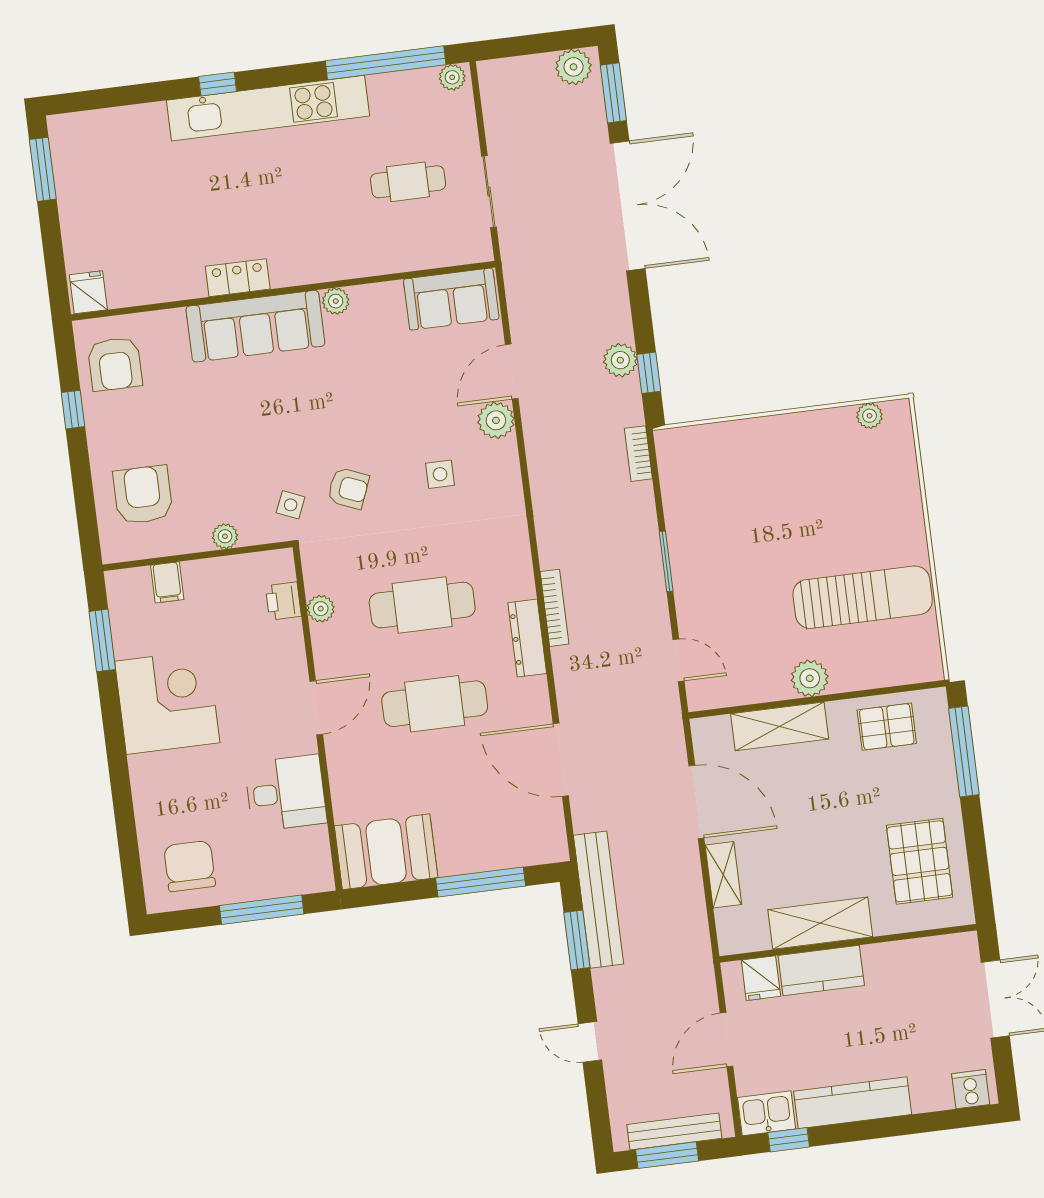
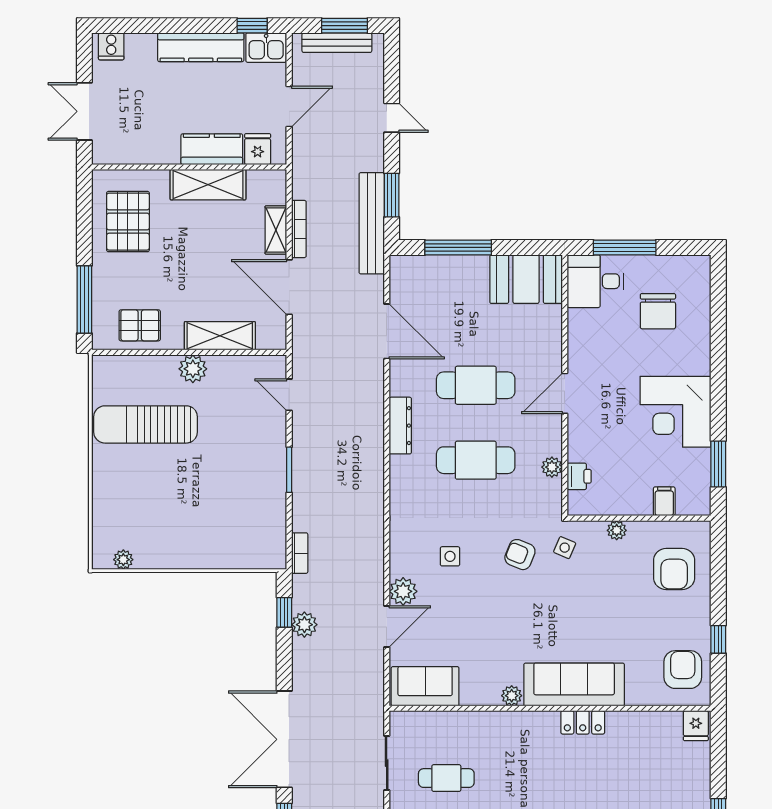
bookcase: (555, 608) -> (299, 229), moved, turned 180
desk: (286, 793) -> (596, 281), moved
chair: (190, 866) -> (658, 311), moved

